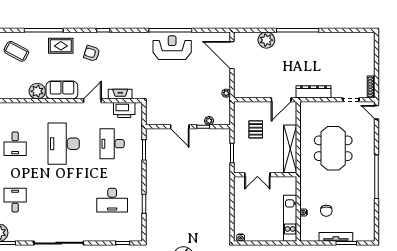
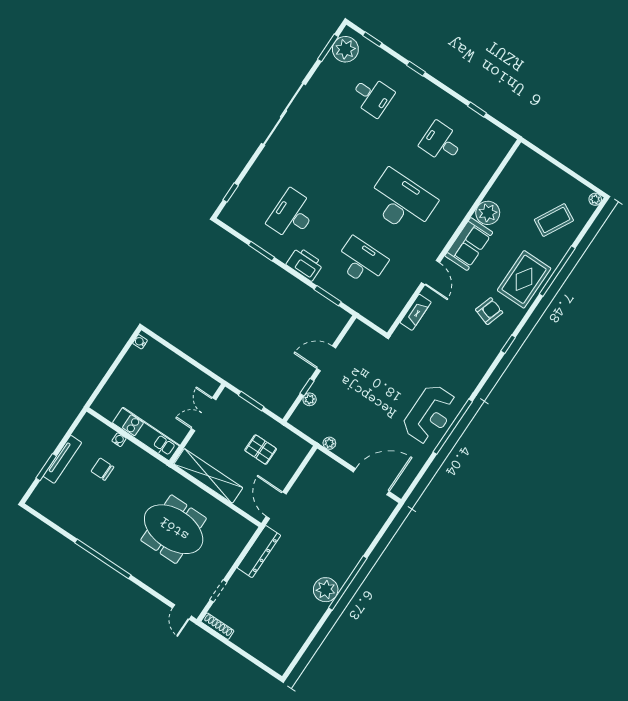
plant: (266, 40) -> (326, 590), moved
rug: (61, 46) -> (524, 279), width x1.36, depth x1.43
printer: (124, 110) -> (305, 264), moved, turned 90
door: (376, 112) -> (182, 612), swing flipped
kitchen unit: (290, 218) -> (146, 434), moved

